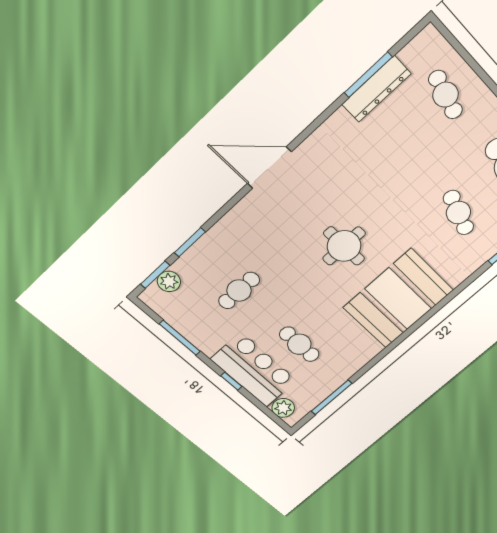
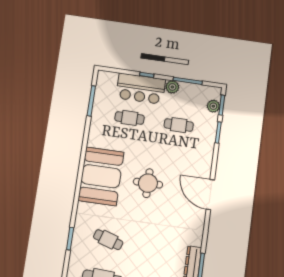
door: (269, 168) -> (210, 195), swing flipped
cafe table: (239, 290) -> (179, 125), turned 90
plant: (283, 408) -> (172, 87), moved

